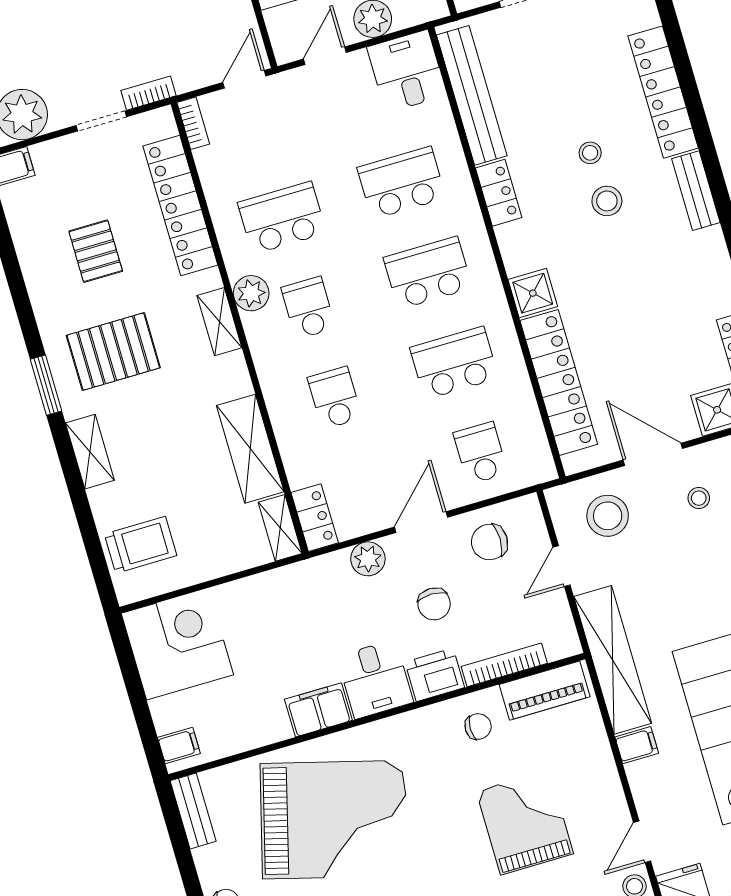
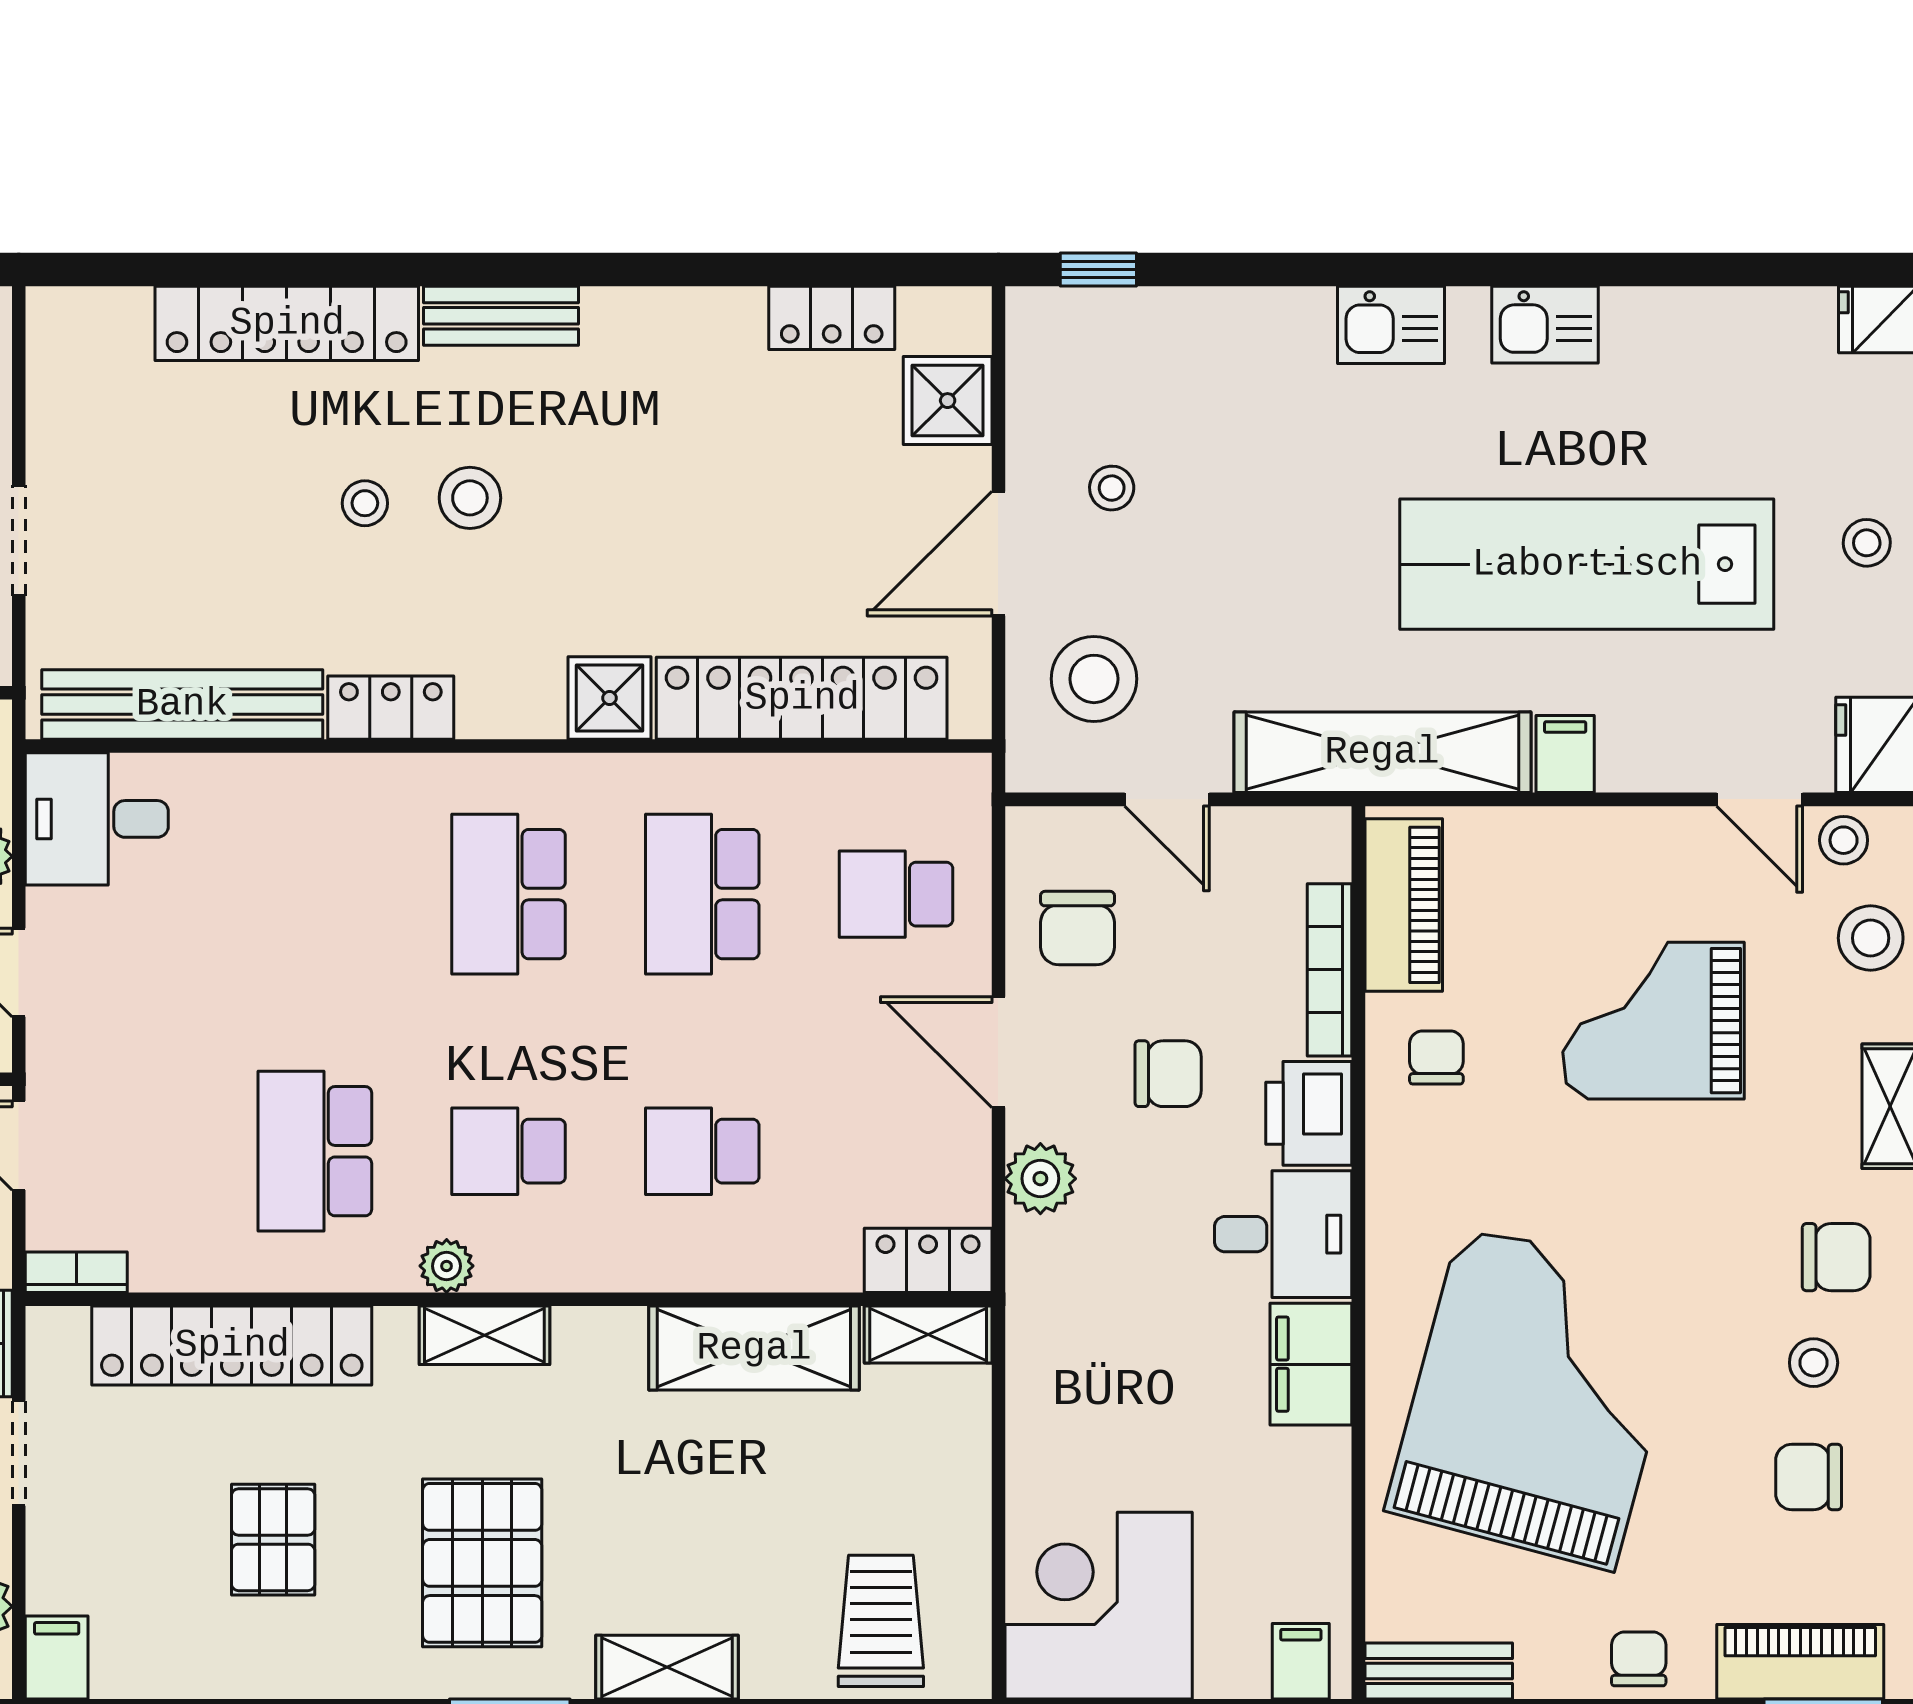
school desk: (402, 183) -> (315, 894), removed
pallet: (96, 251) -> (273, 1540), turned 90
plant: (251, 293) -> (447, 1266), width x0.73, depth x0.73

